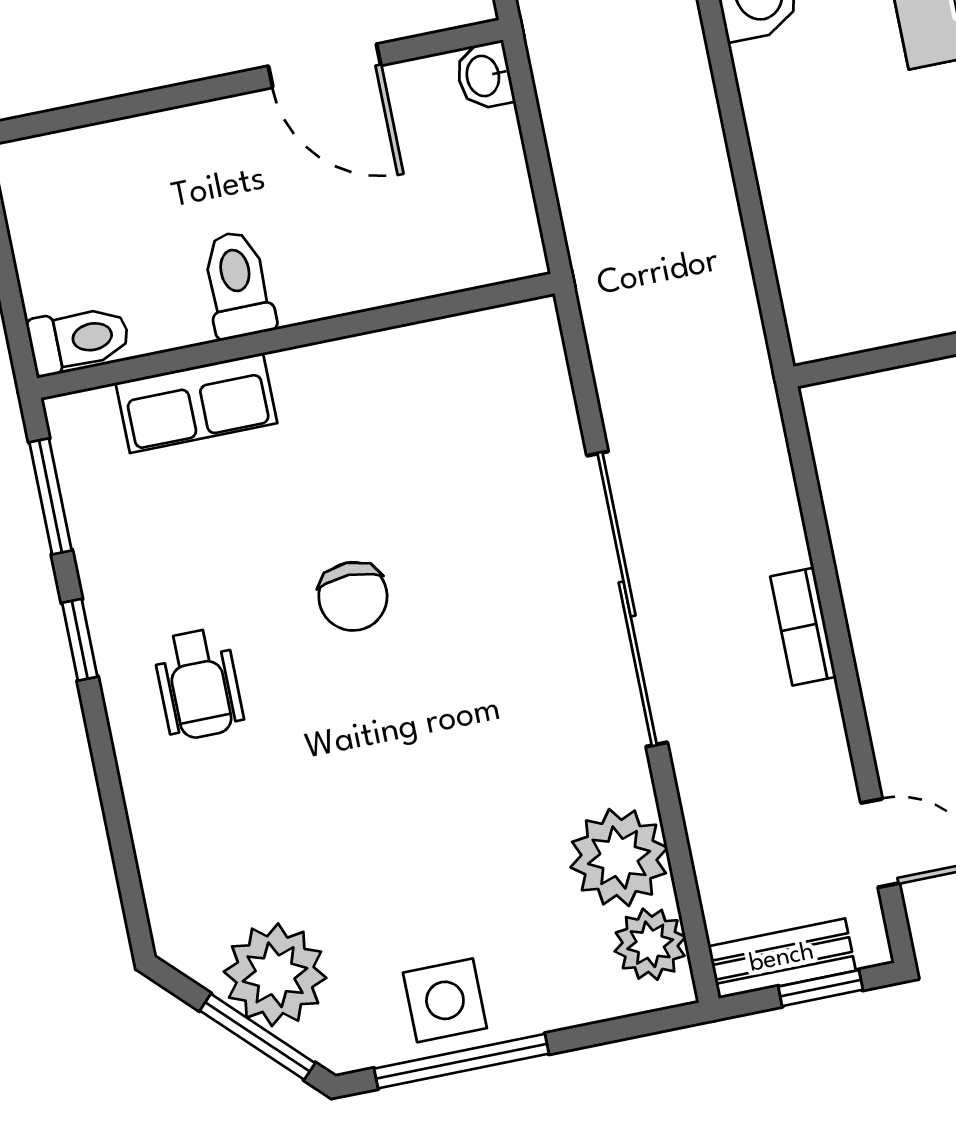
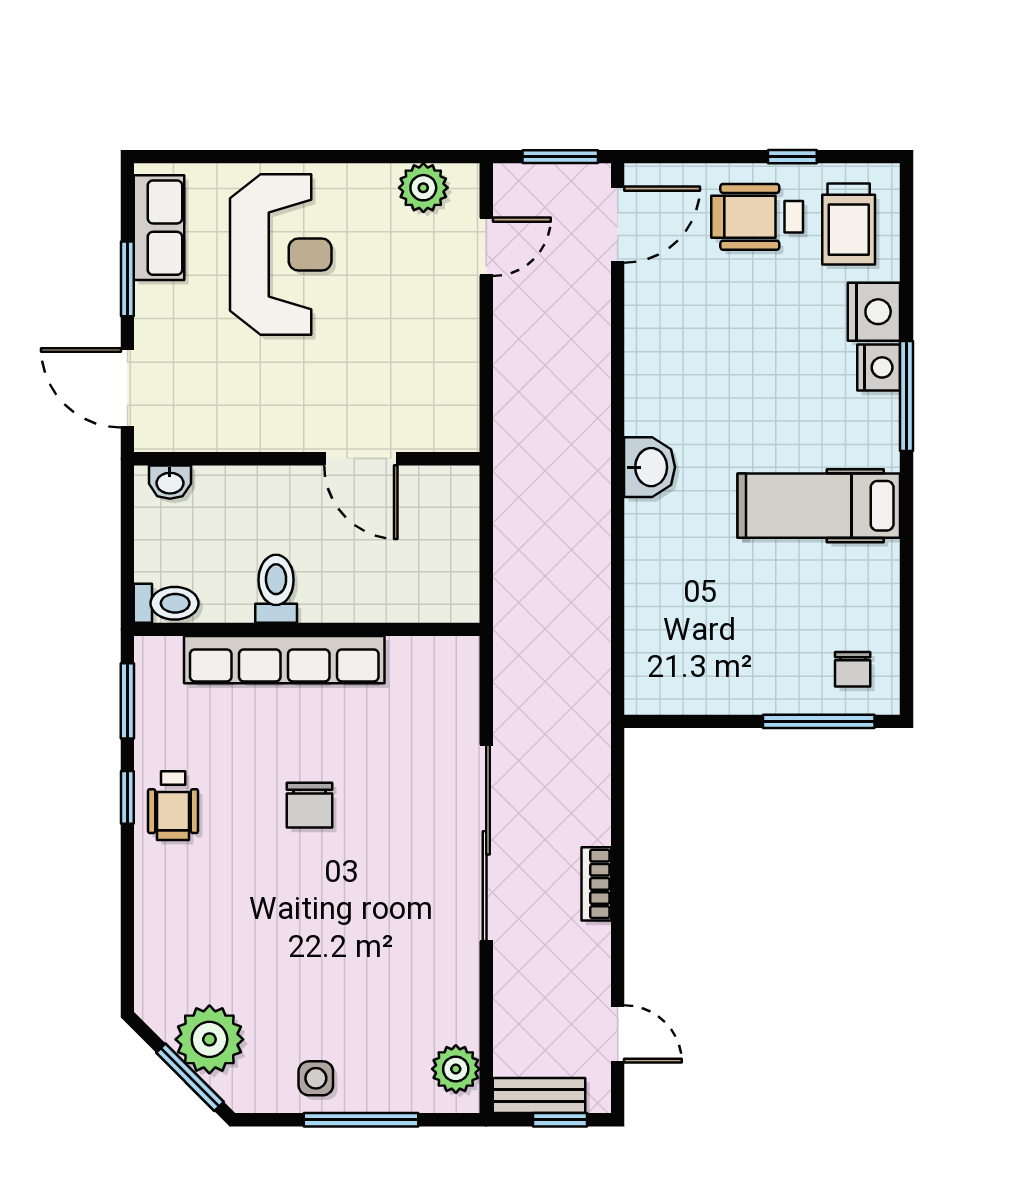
washbasin: (484, 76) -> (170, 482), moved, turned -90
row of seats: (196, 403) -> (284, 660), width x2.02
wheelchair: (198, 684) -> (173, 806), moved
plant: (619, 857) -> (447, 1009), removed
side table: (445, 1000) -> (316, 1078), width x0.73, depth x0.73
window: (461, 1061) -> (361, 1120), moved

